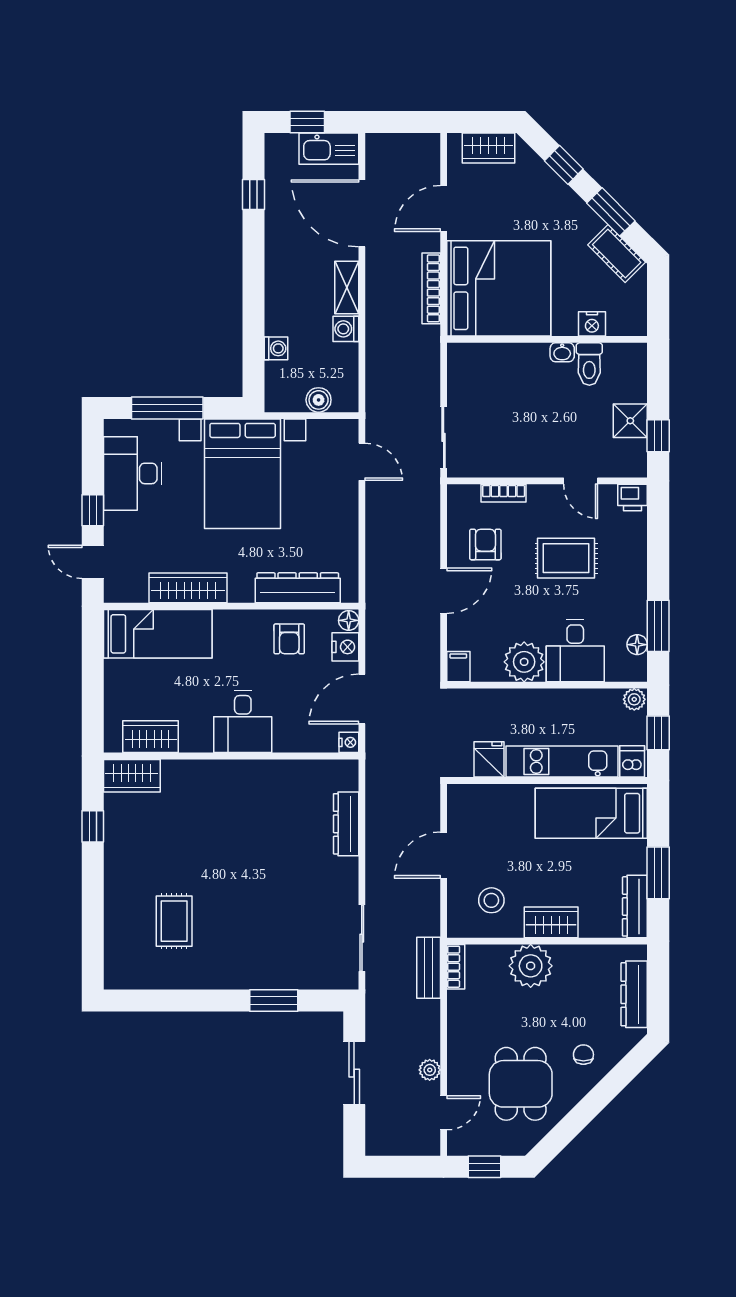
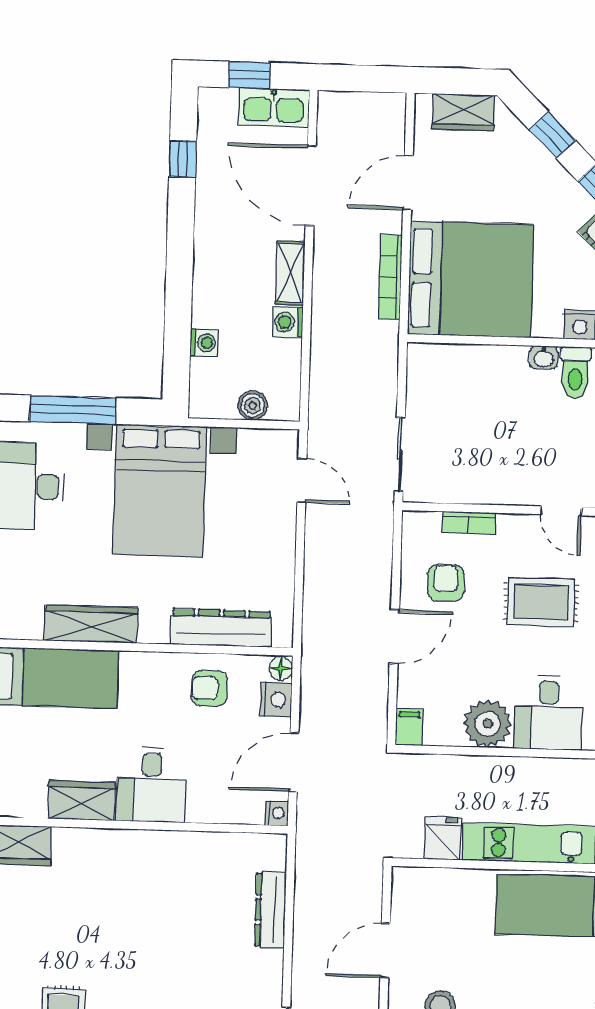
armchair: (289, 639) -> (209, 688), turned 90
wardrobe: (151, 737) -> (81, 801), moved

